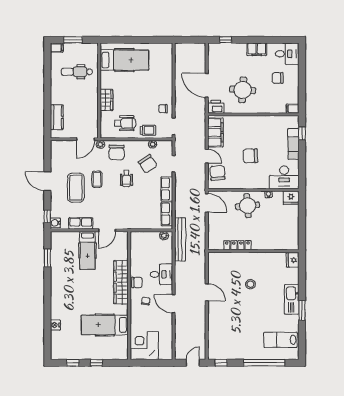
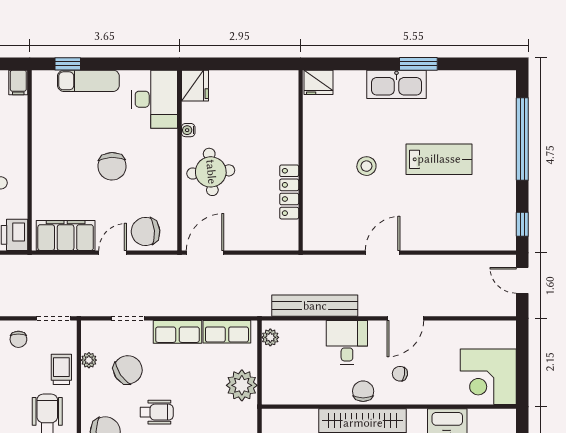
plant: (140, 221) -> (242, 385), added
bench: (180, 239) -> (315, 306), moved
lab bench: (280, 340) -> (439, 159), moved, turned -90

